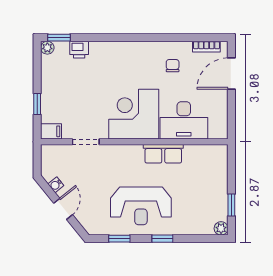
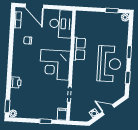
printer: (79, 50) -> (16, 83), moved
desk: (184, 120) -> (61, 24), moved

